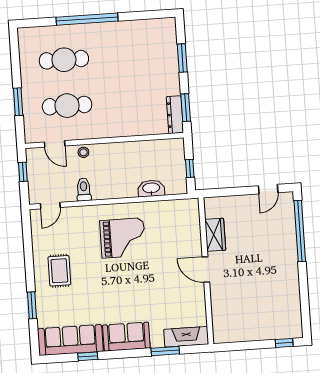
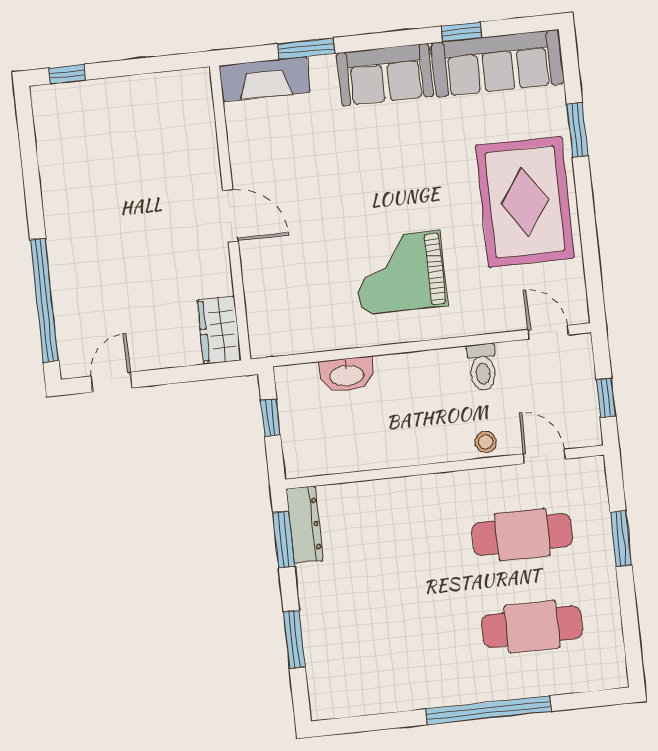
door: (50, 206) -> (548, 332), hinge flipped
wardrobe: (215, 235) -> (219, 330), moved
rug: (59, 271) -> (525, 202), width x1.86, depth x2.06

